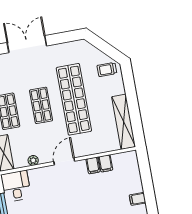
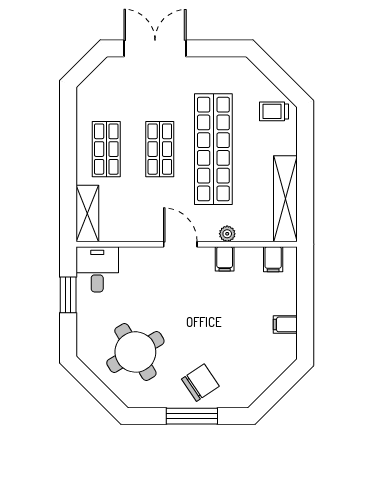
plant: (33, 160) -> (227, 234), moved
door: (64, 161) -> (180, 244), hinge flipped
filing cabinet: (106, 163) -> (273, 259), moved

